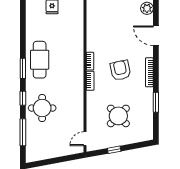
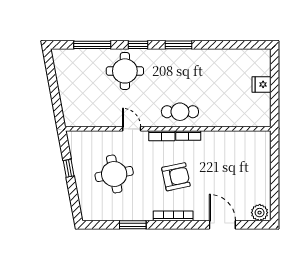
door: (156, 36) -> (222, 225), hinge flipped
cafe table: (40, 60) -> (180, 112), moved, width x0.73, depth x0.74
round table: (118, 116) -> (114, 174), turned 34
door: (85, 139) -> (132, 129), moved

